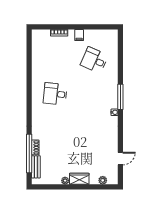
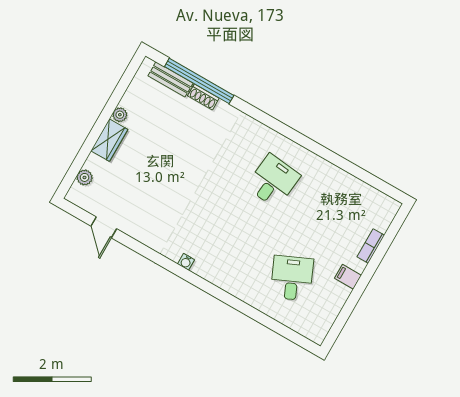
desk: (94, 60) -> (292, 278), turned -48
window: (120, 97) -> (206, 286), removed

